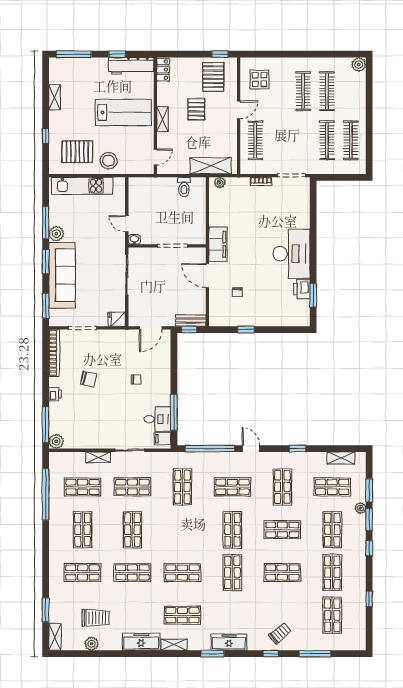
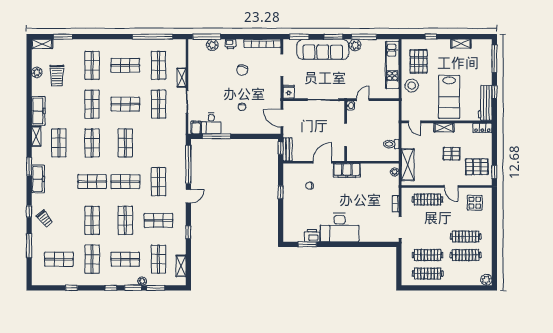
plant: (56, 441) -> (212, 45), moved
shop shelf: (182, 487) -> (125, 143), moved, turned 90
shop shelf: (332, 572) -> (92, 259), turned 90

